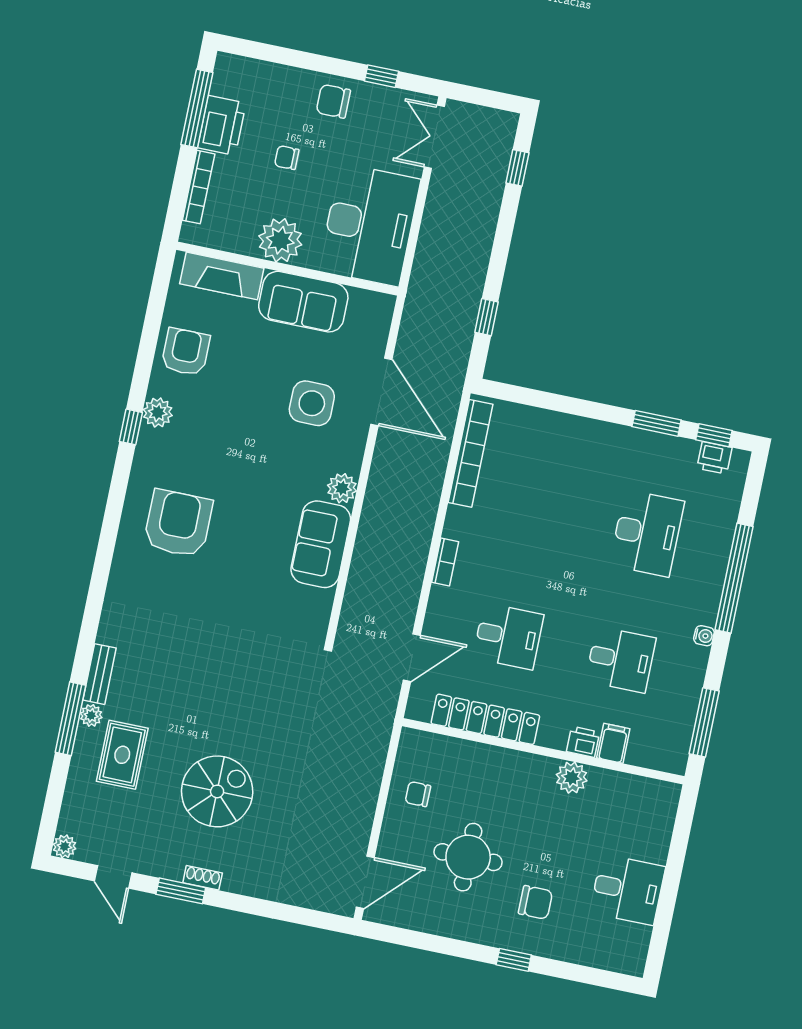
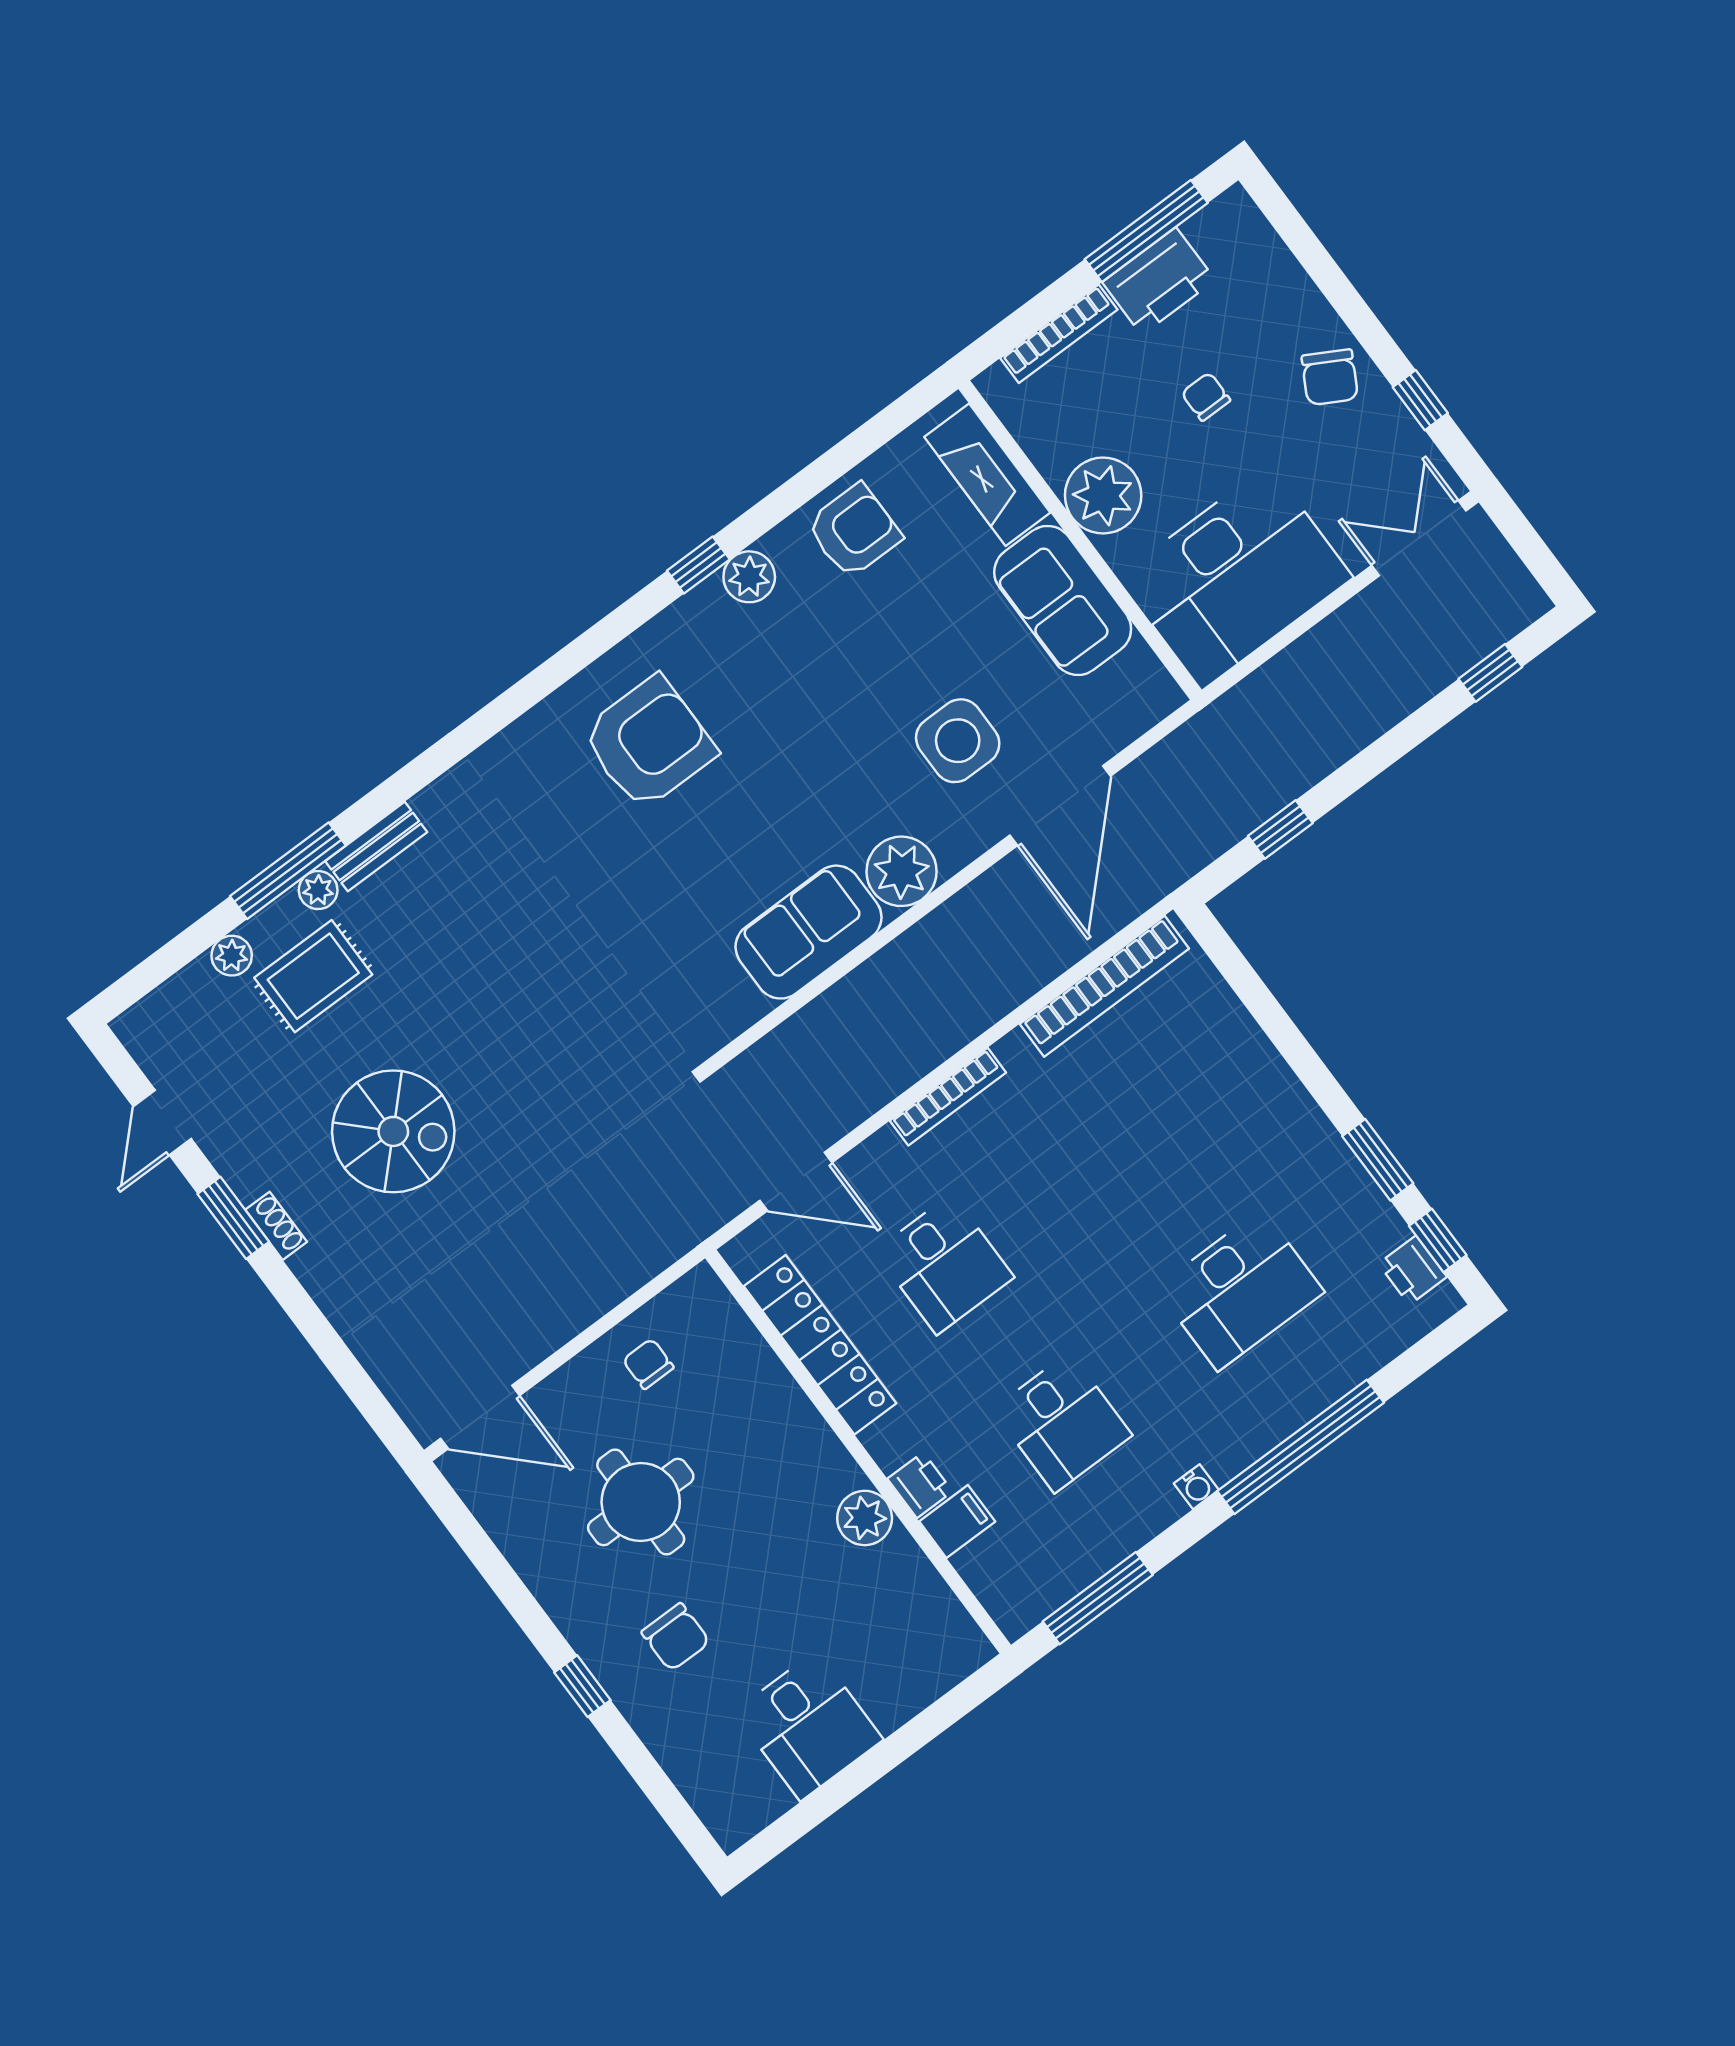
chair: (333, 101) -> (1330, 377), turned -151
plant: (342, 488) -> (902, 871), width x1.36, depth x1.36
bookcase: (445, 562) -> (948, 1097), width x1.56
plant: (65, 846) -> (232, 956), moved

